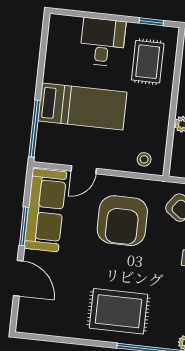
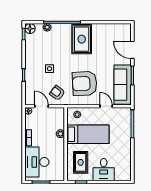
bed: (82, 106) -> (88, 134), moved, turned 180
door: (84, 170) -> (106, 106), hinge flipped
armchair: (122, 221) -> (85, 84), turned -93
rug: (118, 311) -> (82, 39), turned 90

